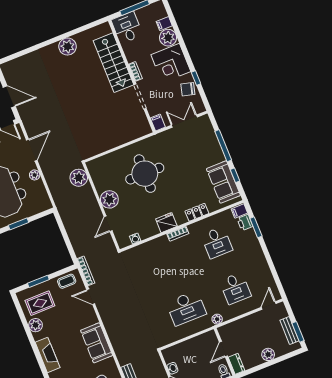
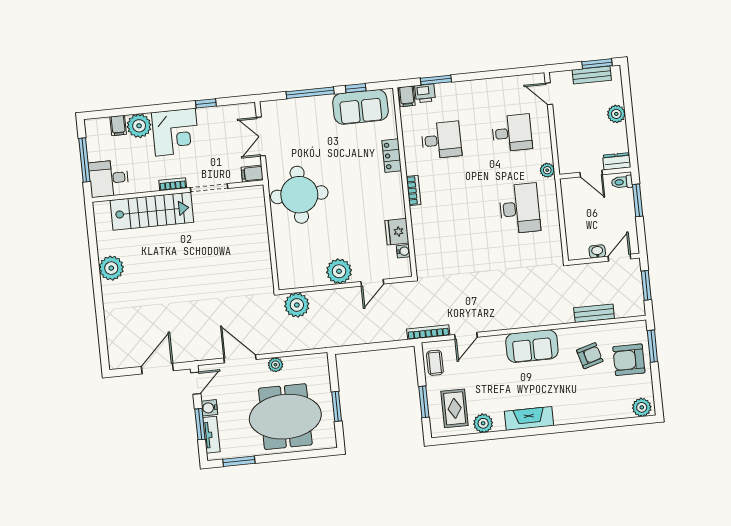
chair: (188, 89) -> (218, 119), removed
round table: (145, 174) -> (299, 195), moved
fridge: (166, 223) -> (397, 232), moved
door: (108, 224) -> (372, 283), hinge flipped

